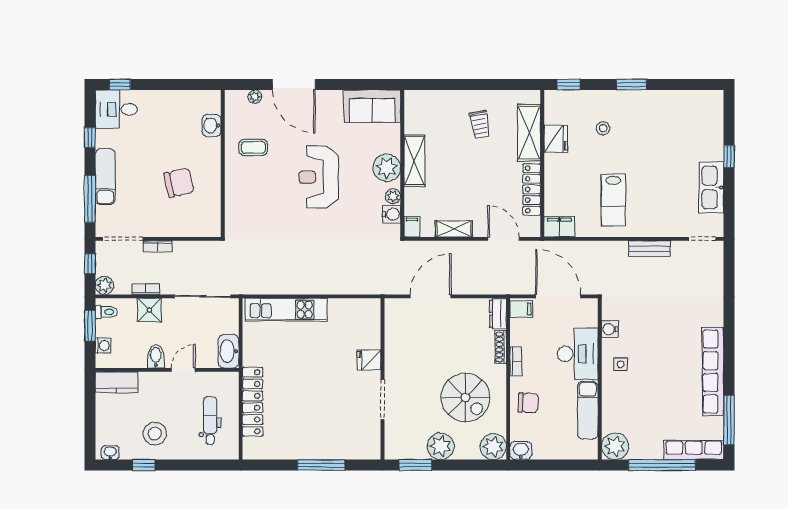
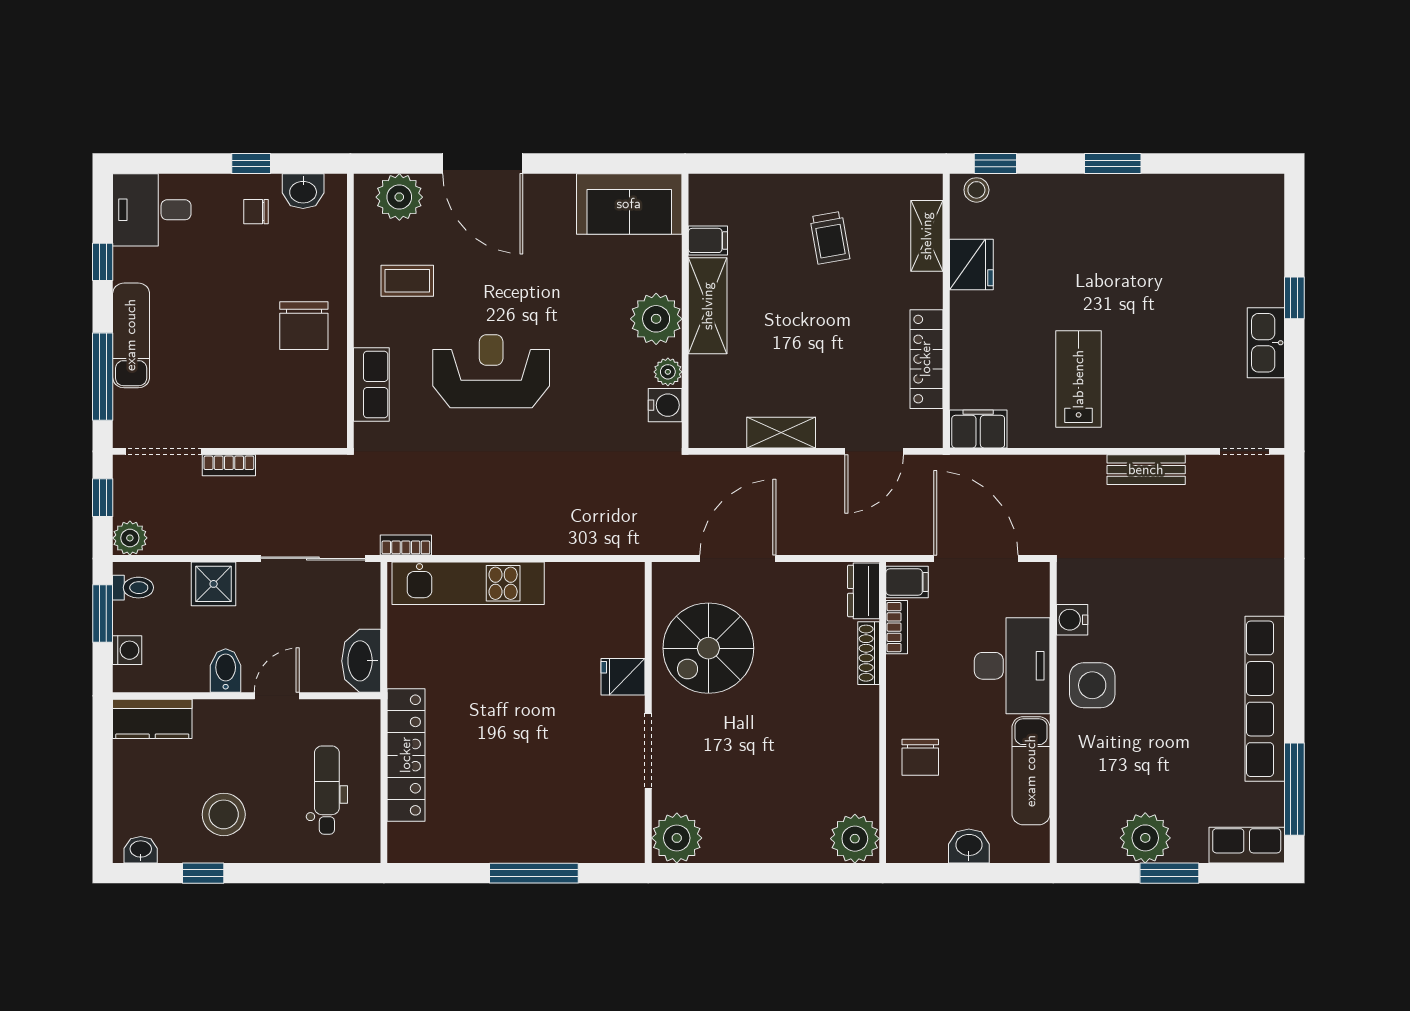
window: (120, 85) -> (251, 164), moved
plant: (255, 97) -> (399, 197), width x1.88, depth x1.88
chair: (172, 110) -> (256, 212), added
washbasin: (212, 125) -> (303, 191), moved, turned -90
stool: (603, 128) -> (976, 190), moved
shelving: (529, 133) -> (927, 236), width x0.67, depth x0.75
reception desk: (319, 177) -> (491, 371), moved, turned 90
chair: (179, 183) -> (304, 326), moved, turned 103
kitchen sink: (711, 187) -> (1266, 343), width x0.73, depth x0.81
lab bench: (613, 200) -> (1079, 379), turned 180
row of seats: (234, 203) -> (371, 385), added
filing cabinet: (412, 227) -> (708, 240), moved, turned 90
door: (504, 239) -> (874, 451), swing flipped
bookcase: (146, 289) -> (406, 545), moved
bookcase: (516, 361) -> (897, 627), moved
side table: (621, 364) -> (1092, 685), width x1.87, depth x1.87
spiral stairs: (465, 398) -> (708, 648), moved, turned 90
chair: (528, 403) -> (920, 757), turned 86
plant: (441, 446) -> (677, 838), moved
plant: (615, 446) -> (1145, 838), moved
row of seats: (694, 450) -> (1247, 845), width x0.68
washbasin: (521, 451) -> (969, 846), moved
window: (415, 465) -> (710, 873), removed
window: (662, 465) -> (1169, 873), width x0.47

